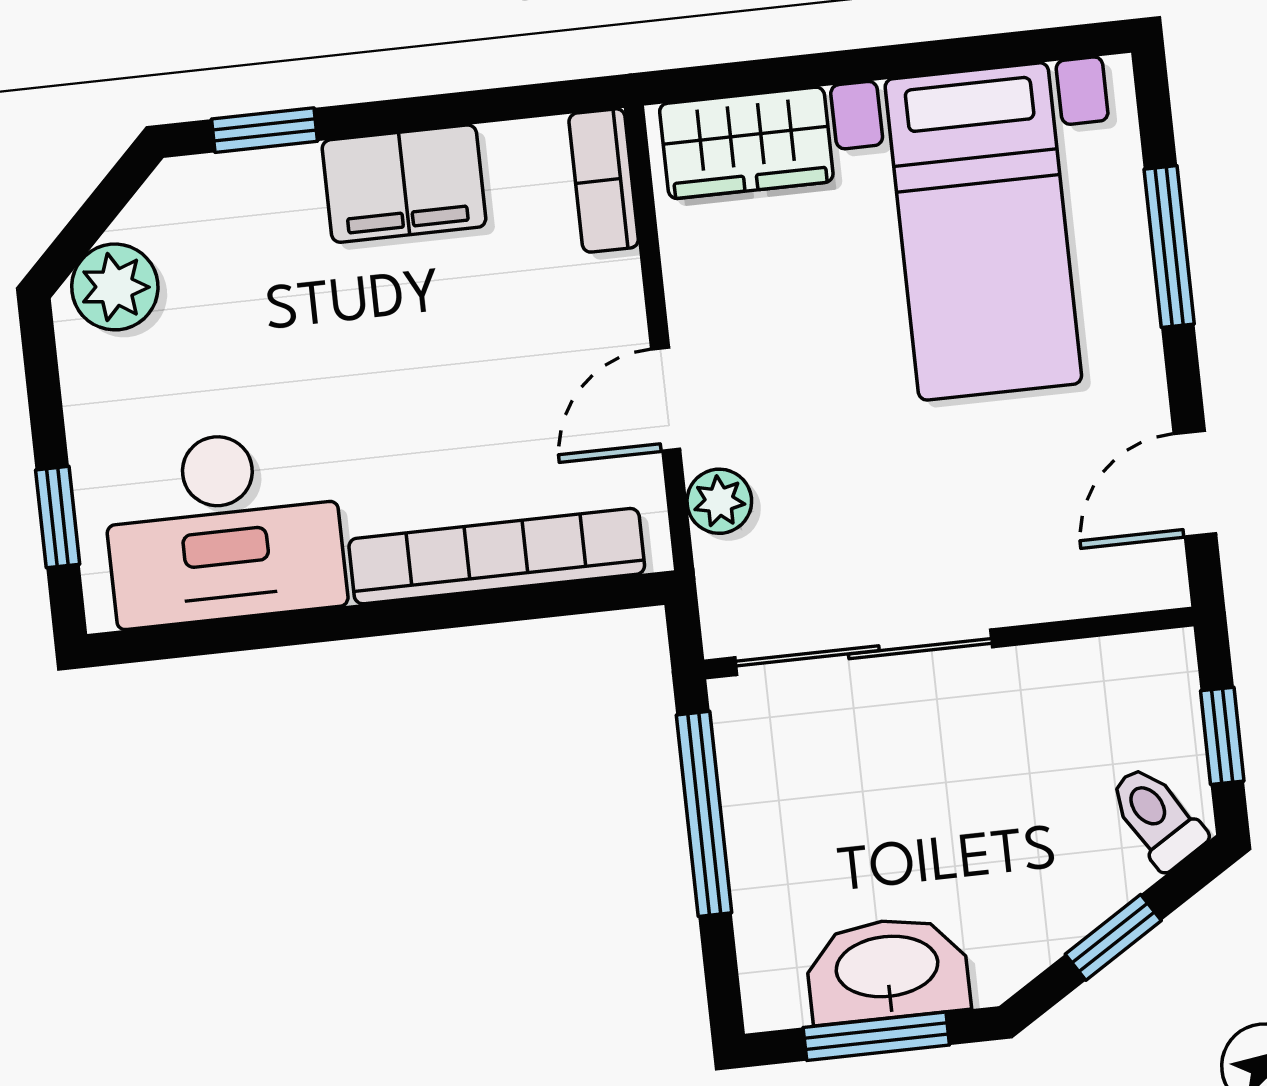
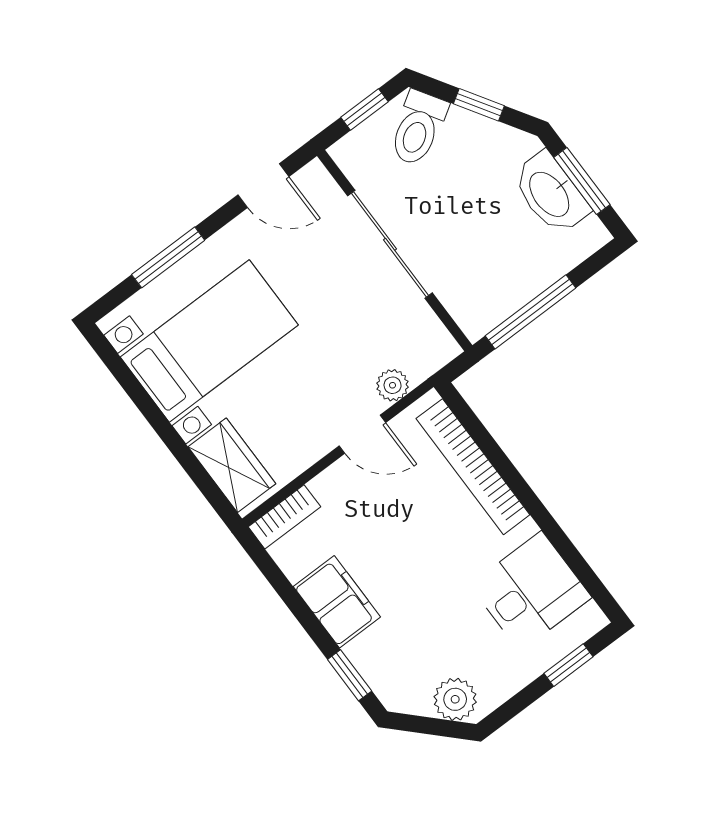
desk: (223, 527) -> (531, 591), width x0.73
sliding door: (864, 652) -> (390, 244), moved
toilet: (1157, 817) -> (418, 128), width x1.37, depth x1.39

